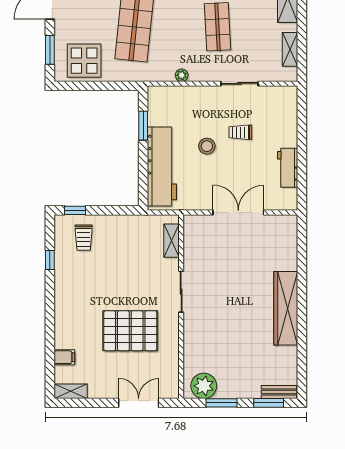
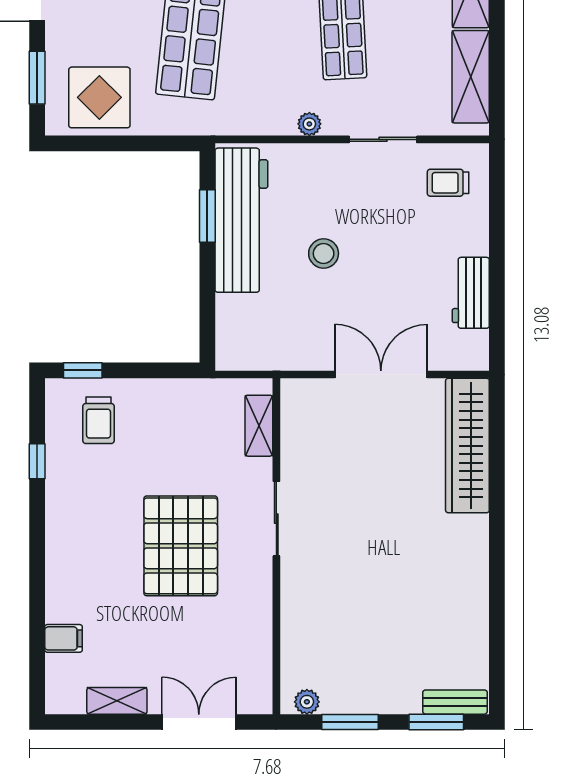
shelving: (290, 49) -> (471, 77), width x1.50, depth x1.33
plant: (182, 75) -> (309, 124), moved
trolley: (240, 132) -> (448, 183), moved
workbench: (162, 167) -> (241, 220), moved
wardrobe: (286, 308) -> (467, 446), moved
pallet: (130, 331) -> (181, 546), moved, turned 90
plant: (204, 386) -> (307, 702), width x0.53, depth x0.53
shelving: (71, 391) -> (117, 701), moved

